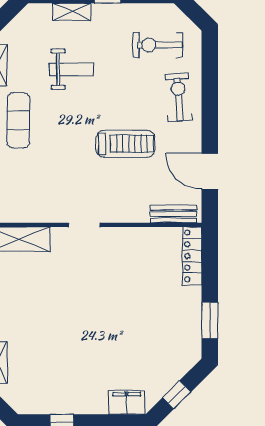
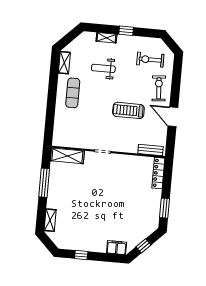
weight bench: (71, 69) -> (103, 68), turned 180
treadmill: (126, 144) -> (128, 110), turned 180
door: (210, 171) -> (173, 117), moved

